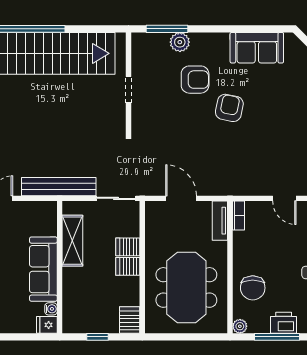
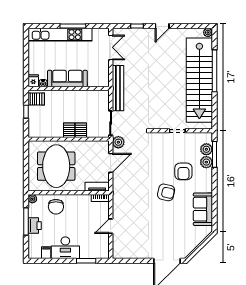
plant: (159, 42) -> (206, 149), added
plant: (147, 186) -> (118, 142), added
shelving: (72, 241) -> (85, 96), removed
meeting table: (186, 287) -> (56, 166), turned 90
chair: (253, 288) -> (56, 207), turned -90
server rack: (130, 320) -> (36, 99), moved

